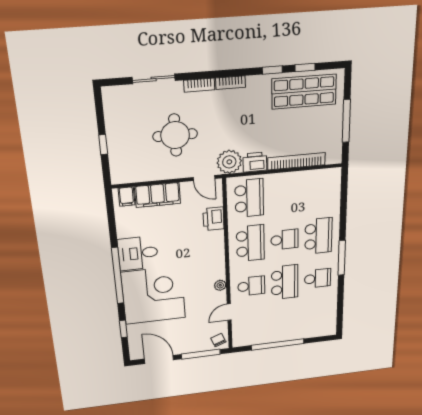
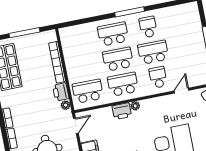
plant: (229, 162) -> (66, 105), width x0.53, depth x0.53
printer: (214, 219) -> (122, 111), moved
school desk: (285, 240) -> (118, 59), width x1.85
plant: (220, 285) -> (135, 106), moved
door: (229, 312) -> (182, 91), swing flipped

